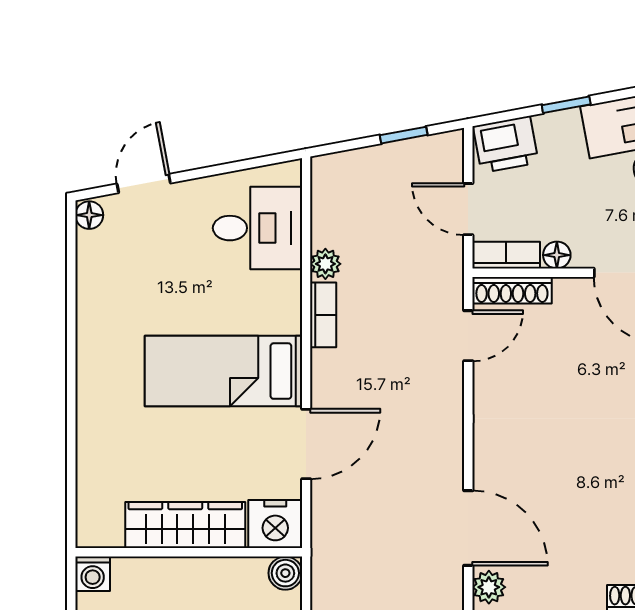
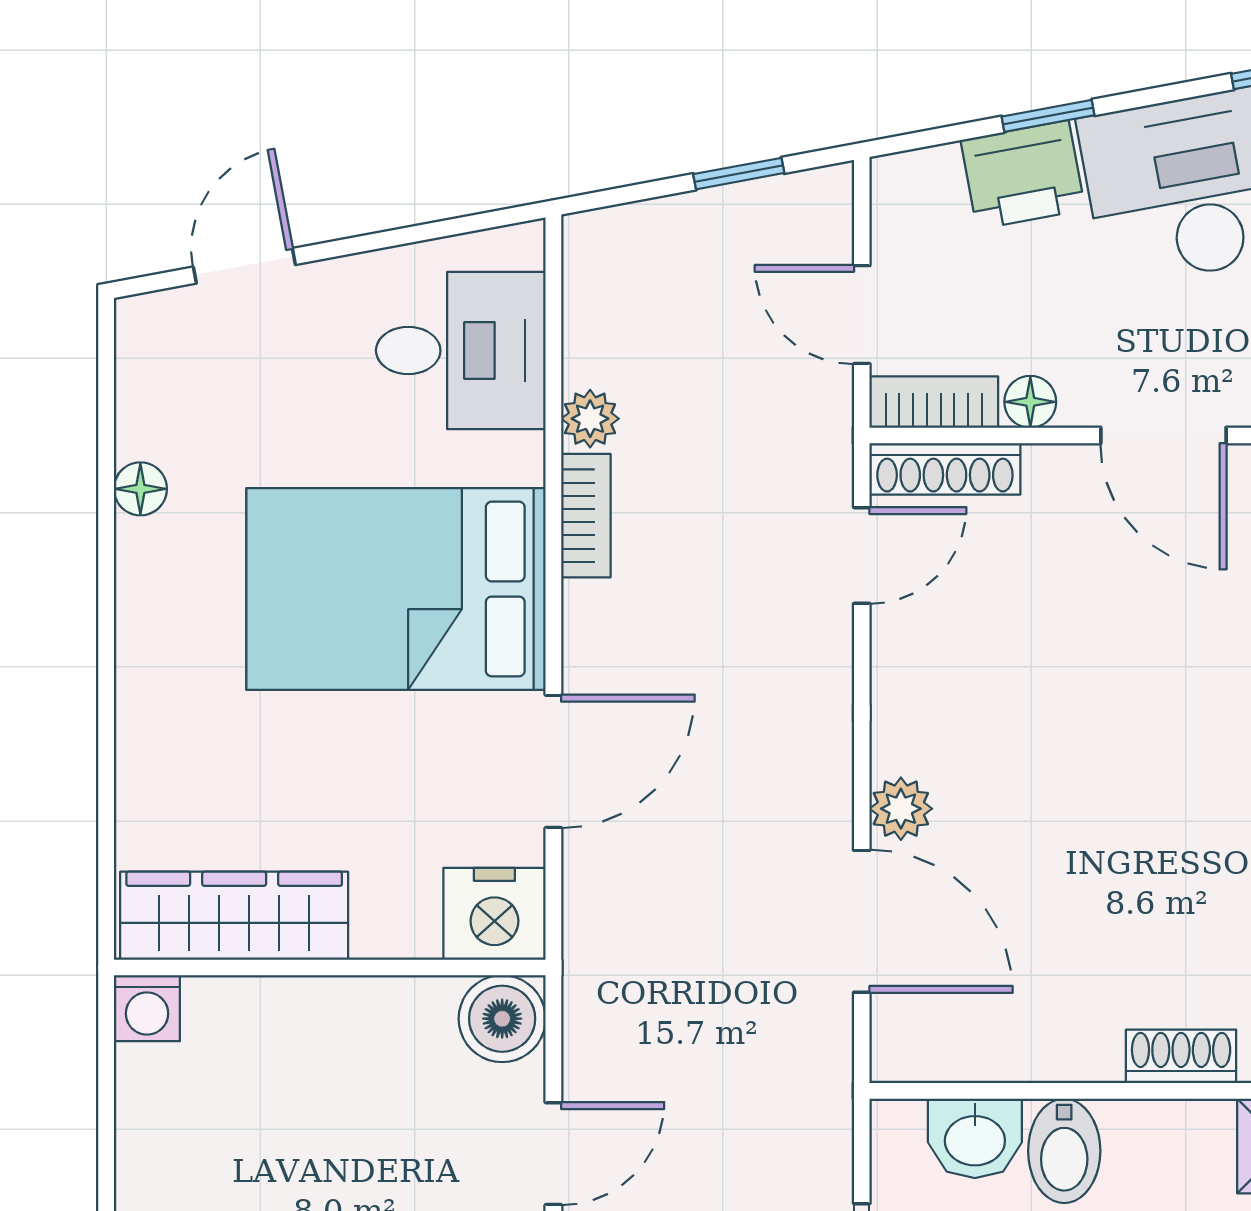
printer: (506, 144) -> (1023, 175), moved
floor lamp: (89, 215) -> (140, 489), moved
bed: (224, 371) -> (396, 589), width x1.50
wardrobe: (185, 525) -> (234, 916), moved
boiler: (285, 573) -> (502, 1019), width x1.36, depth x1.36
plant: (489, 587) -> (901, 809), moved

